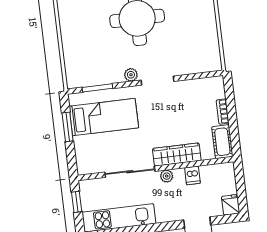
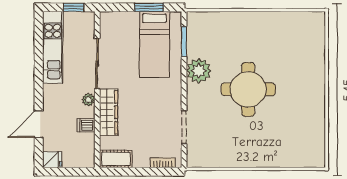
plant: (131, 75) -> (199, 71), width x1.87, depth x1.87
doorway: (157, 81) -> (184, 127), moved
bookcase: (223, 112) -> (163, 163), moved

